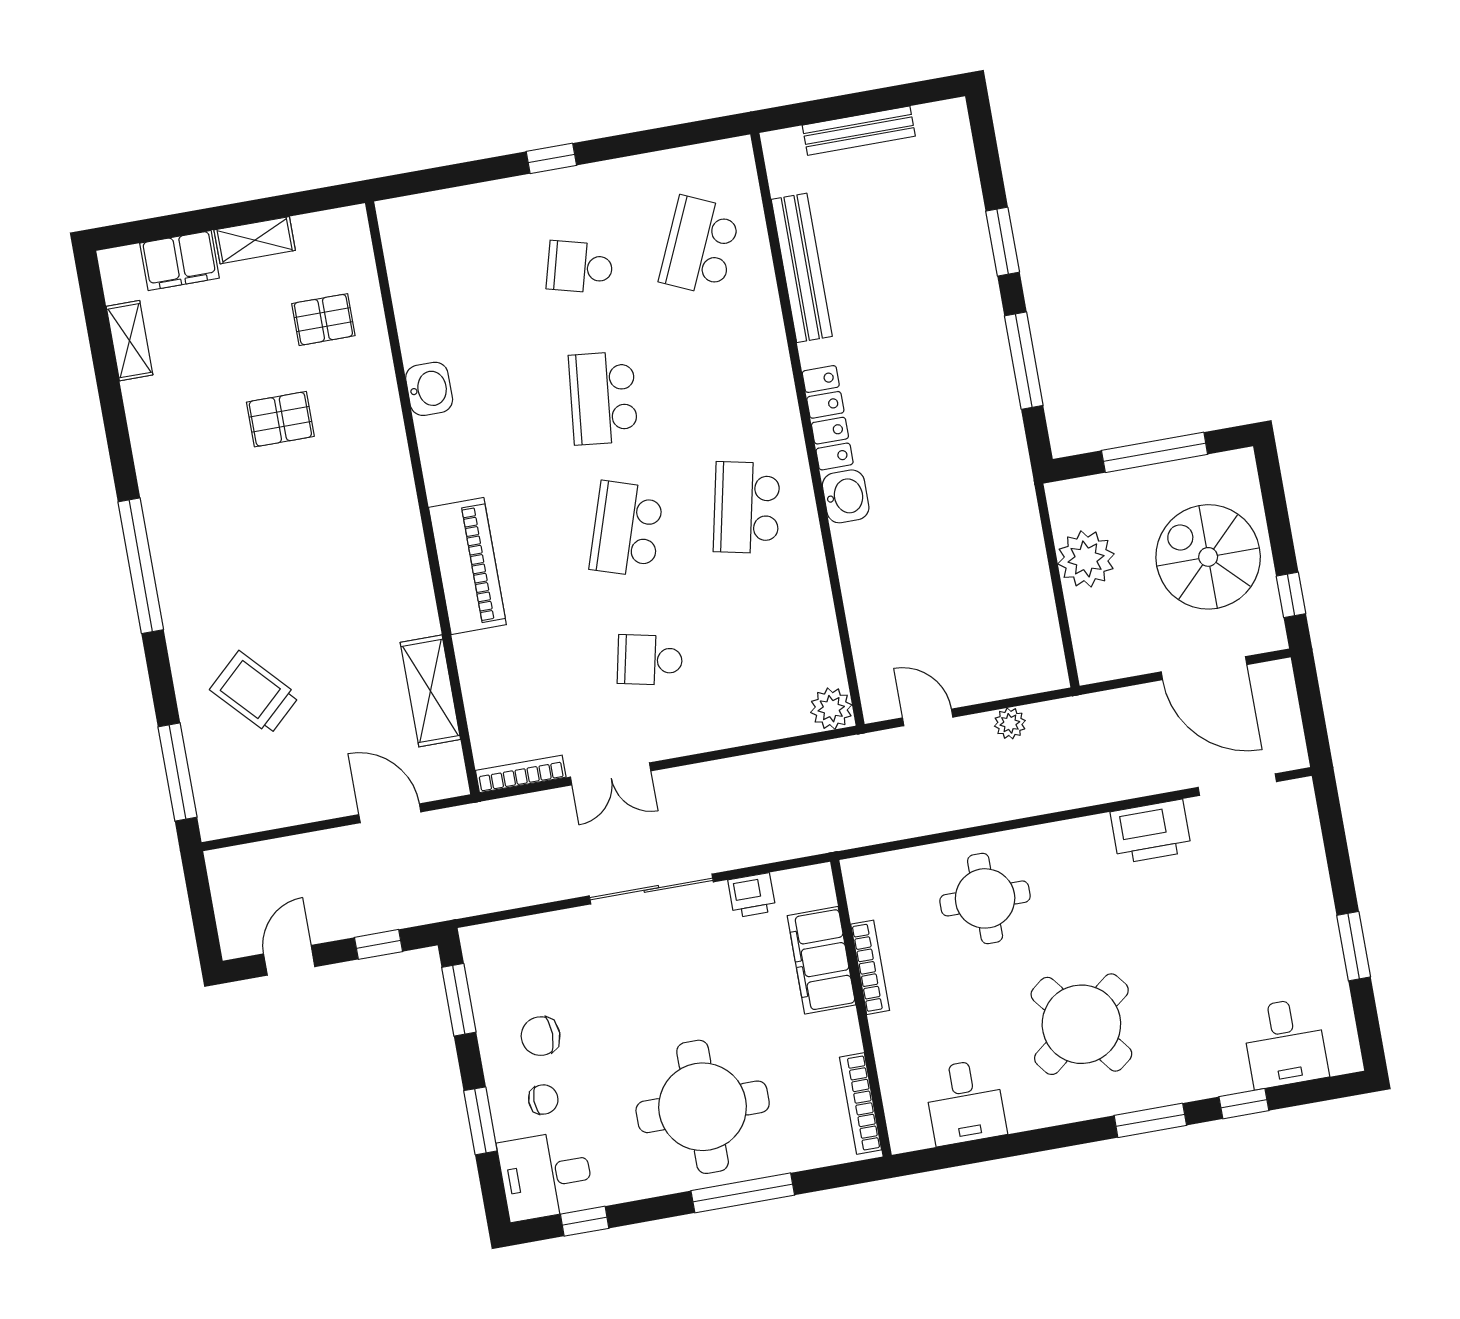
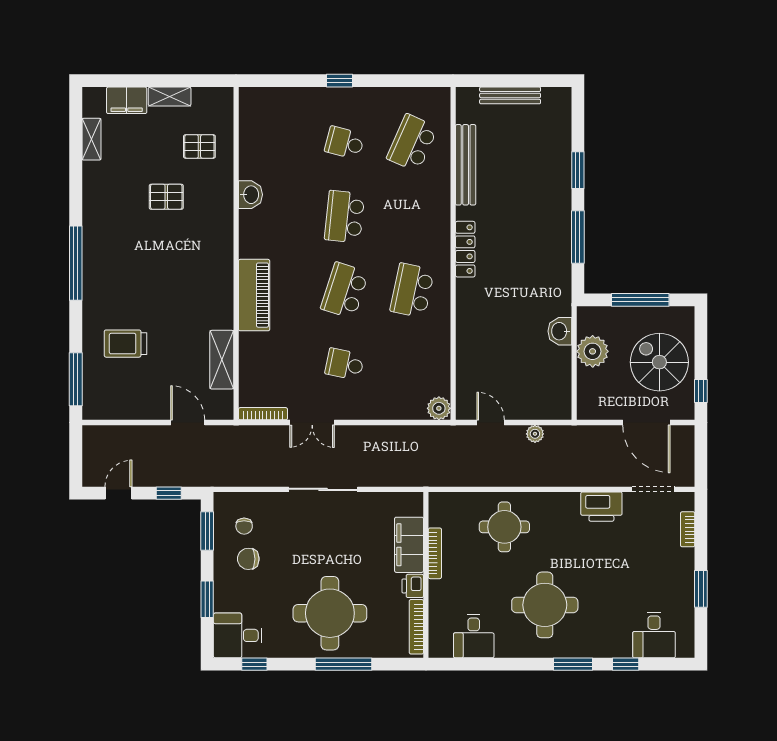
washbasin: (846, 496) -> (560, 331), moved, turned 180
trolley: (255, 693) -> (126, 344), turned -47
bookcase: (1311, 845) -> (688, 529), added
printer: (752, 895) -> (413, 586), moved, turned 90
round table: (1081, 1024) -> (545, 605), turned 38
chair: (543, 1099) -> (244, 526), moved, turned 90

